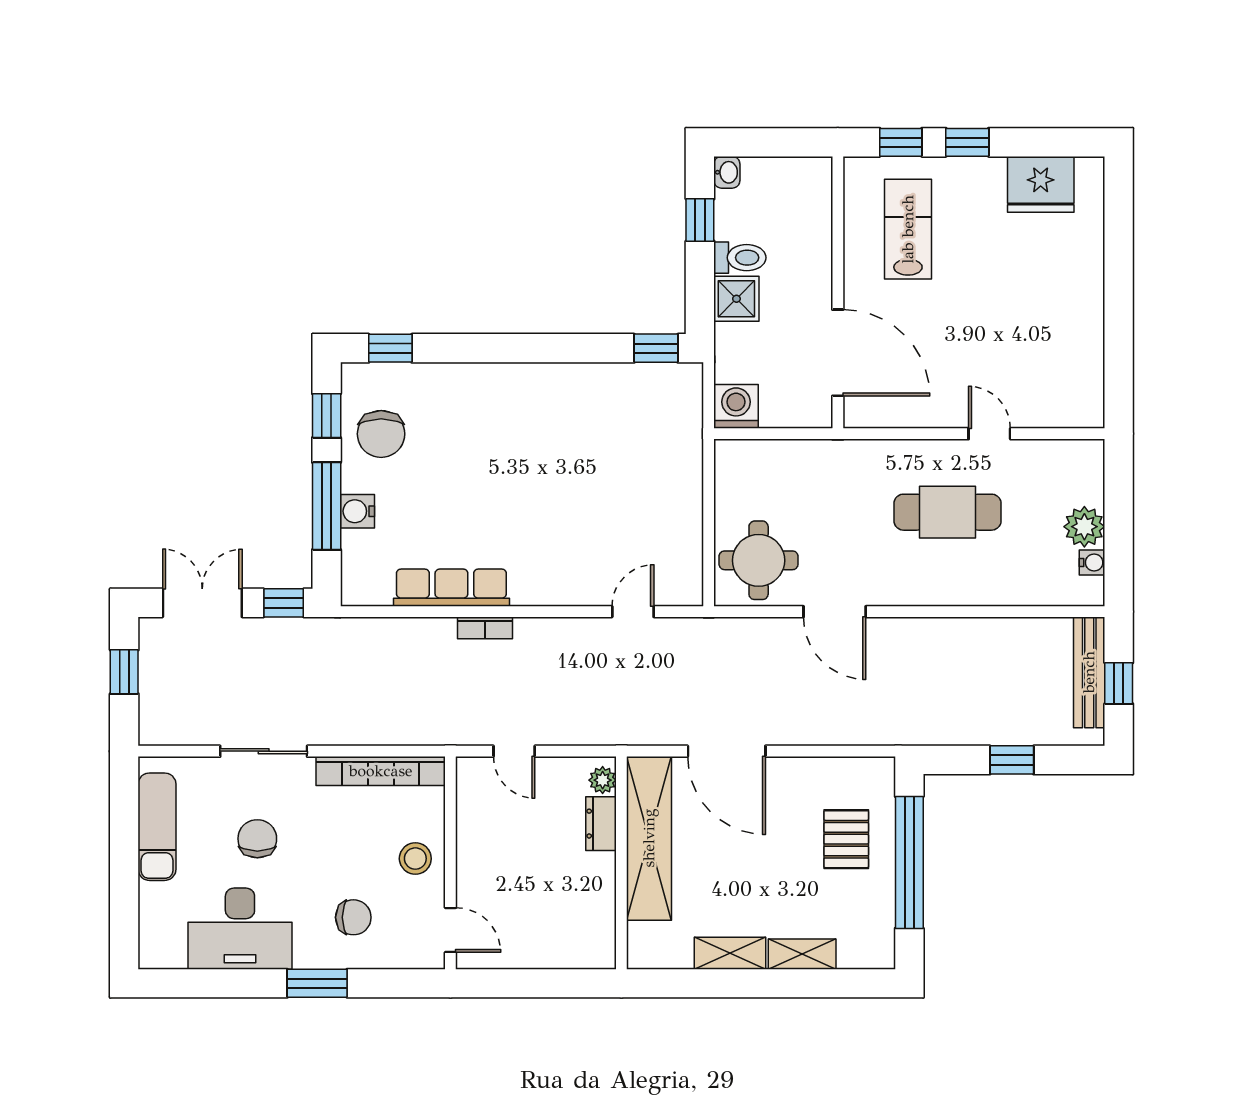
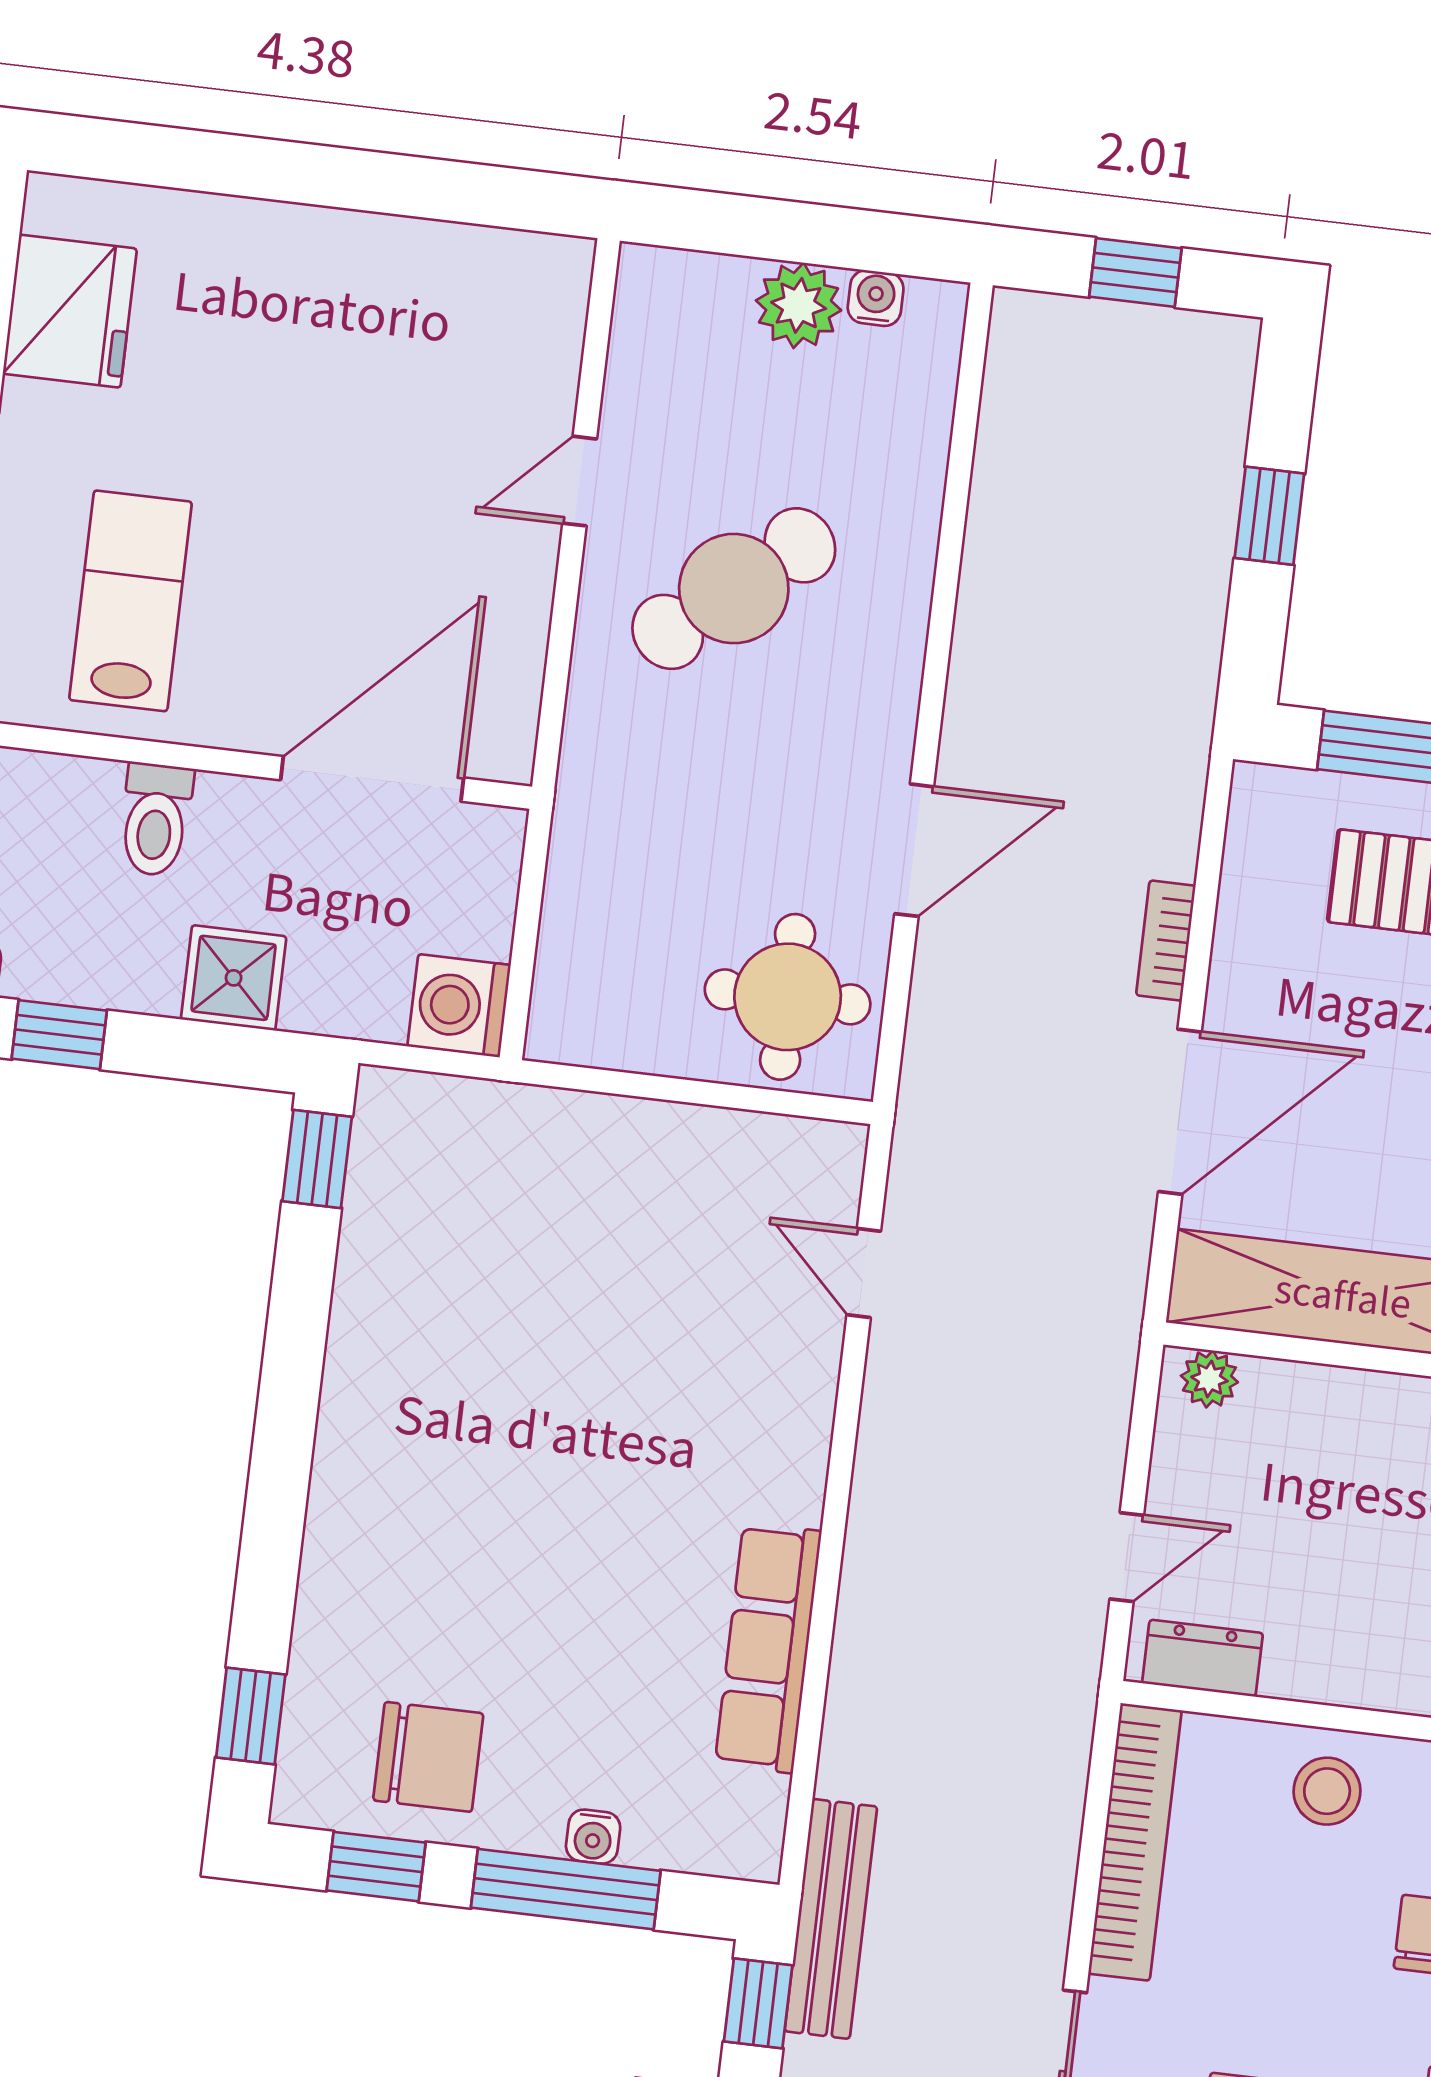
lab bench: (908, 229) -> (131, 601), turned 90
toilet: (740, 258) -> (156, 819), moved, turned 180
water cooler: (358, 511) -> (593, 1837), width x0.72, depth x0.72
cafe table: (948, 512) -> (734, 589), turned 50
bookcase: (485, 628) -> (1166, 940), moved, turned 180
bench: (1089, 672) -> (831, 1919), moved, turned 90
dresser: (601, 824) -> (1203, 1658), moved, turned 180

